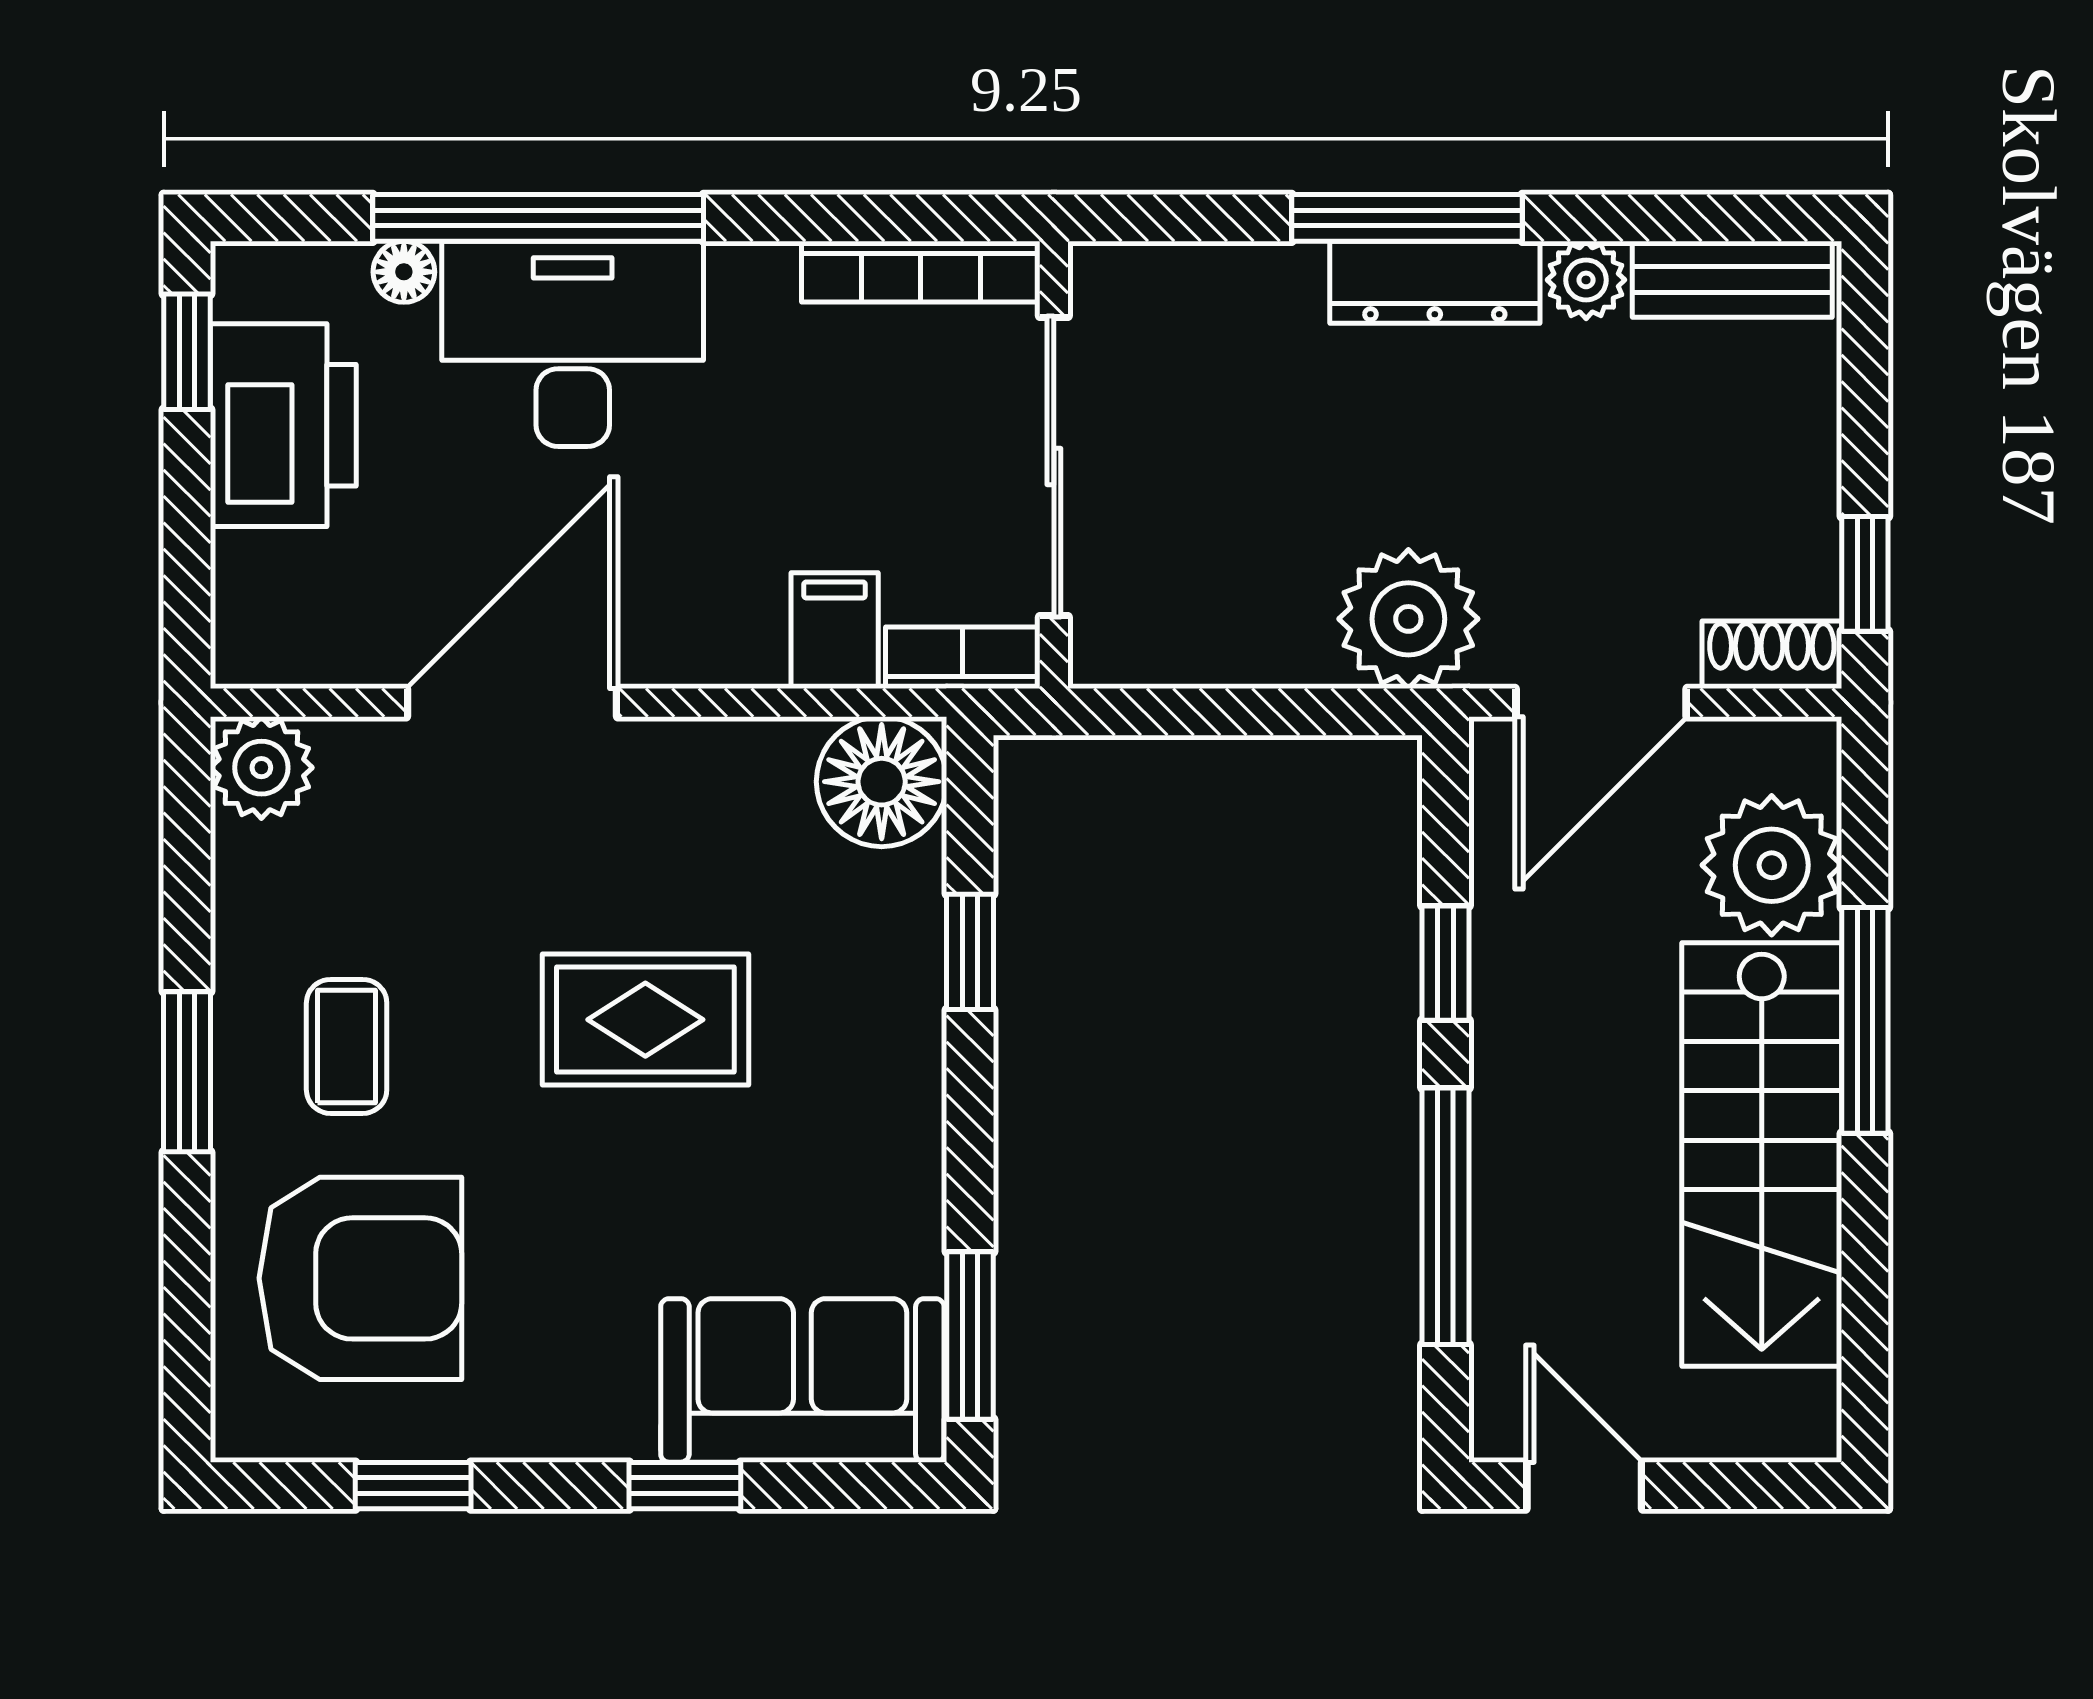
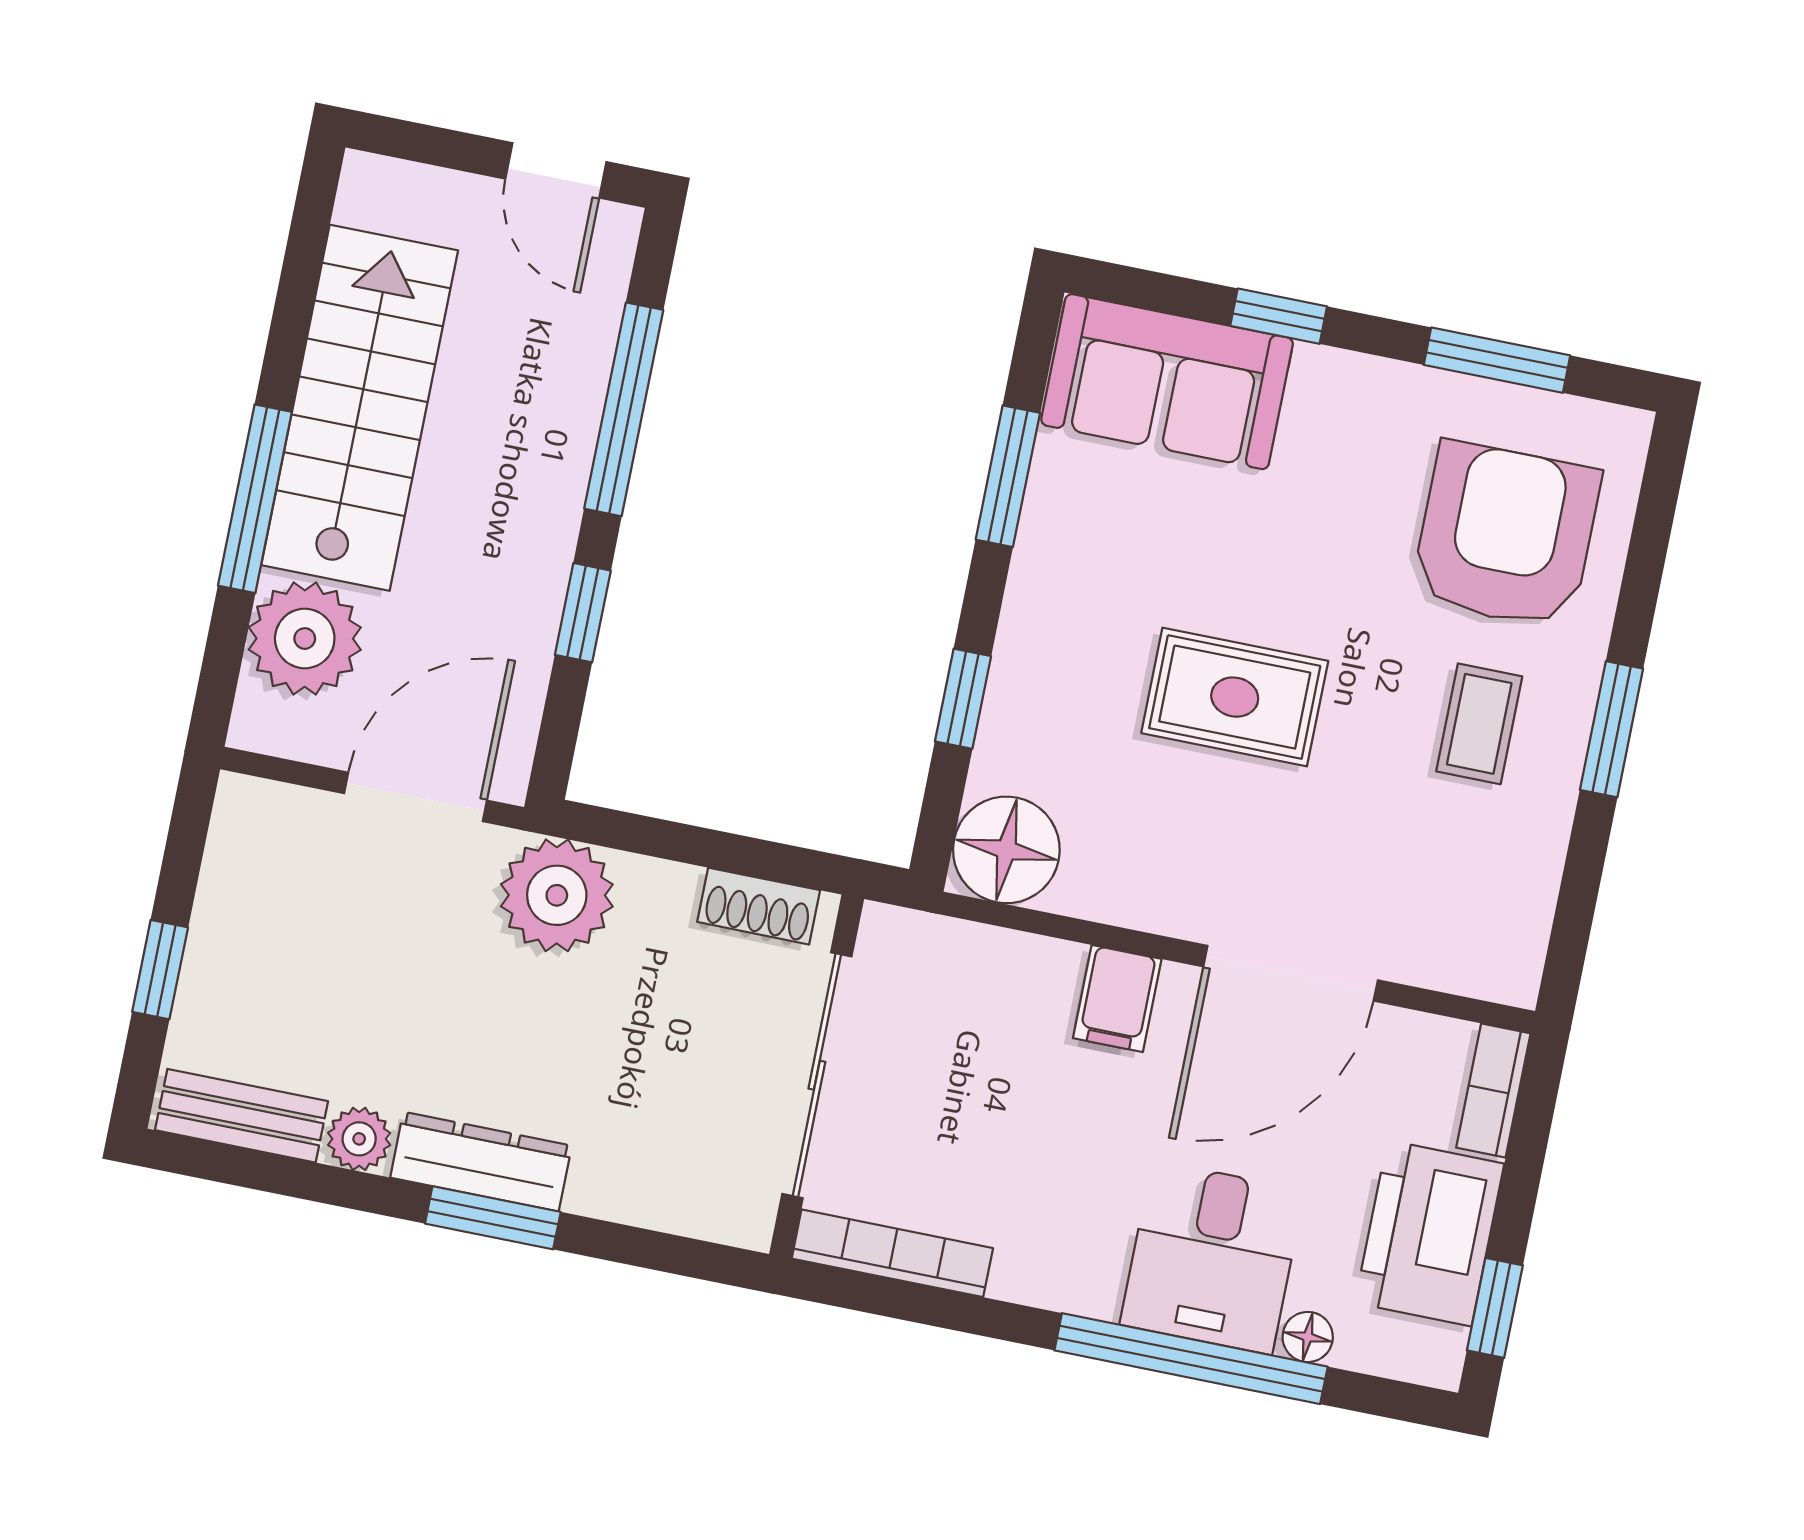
window: (1407, 218) -> (493, 1218), width x0.69
desk: (573, 344) -> (1212, 1257), width x0.73
window: (1865, 574) -> (160, 970), moved
filing cabinet: (835, 631) -> (1117, 999), moved
shoe rack: (1772, 655) -> (759, 906), moved
bookcase: (963, 658) -> (1493, 1090), moved, turned 90
plant: (261, 768) -> (1502, 962), removed
armchair: (360, 1278) -> (1506, 535), turned 90
window: (970, 1336) -> (1008, 476), moved
window: (413, 1486) -> (1497, 360), width x1.50

